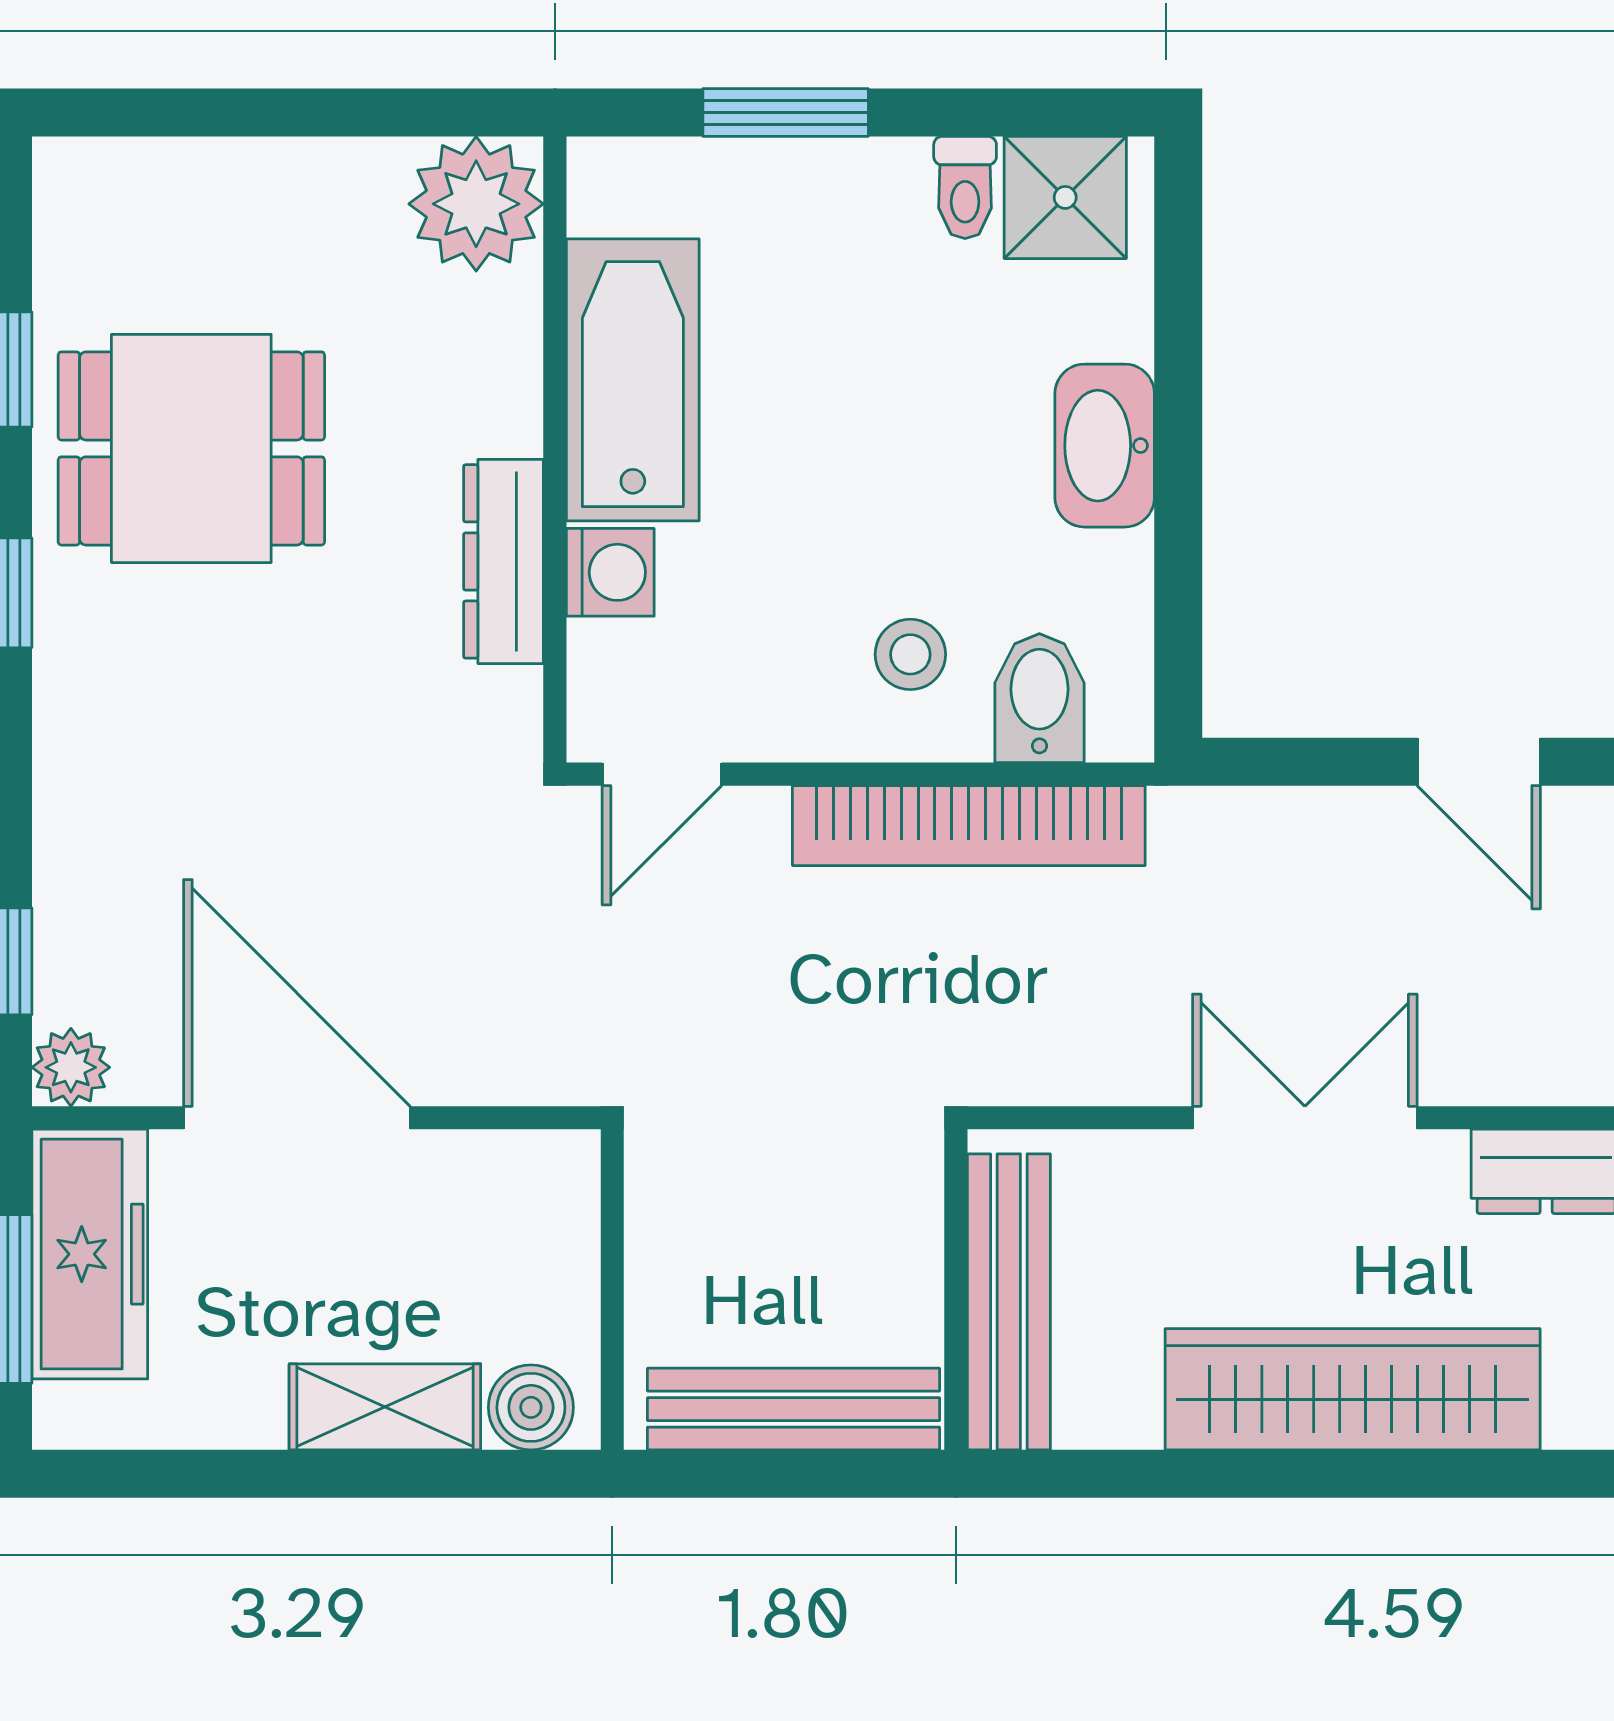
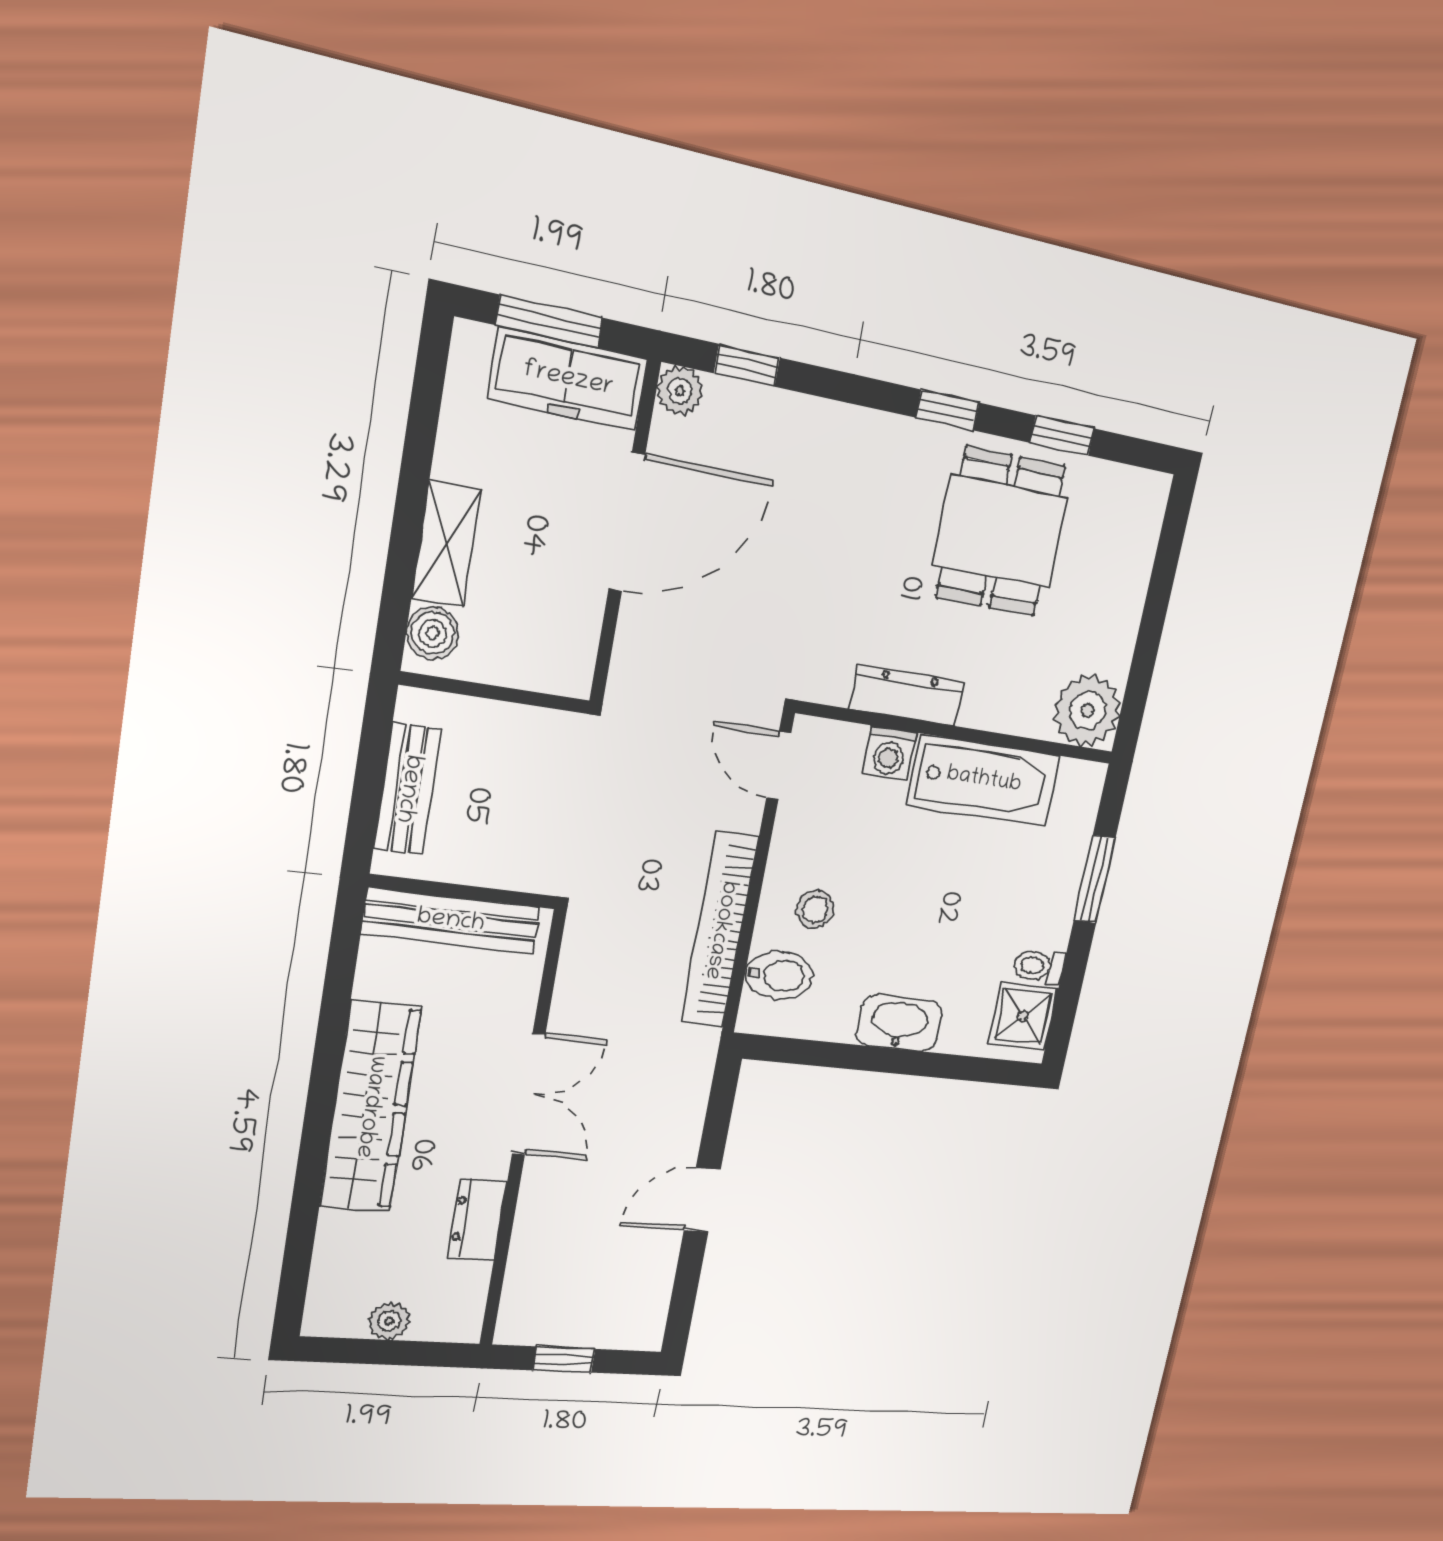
bench: (793, 1409) -> (408, 789), width x0.73

